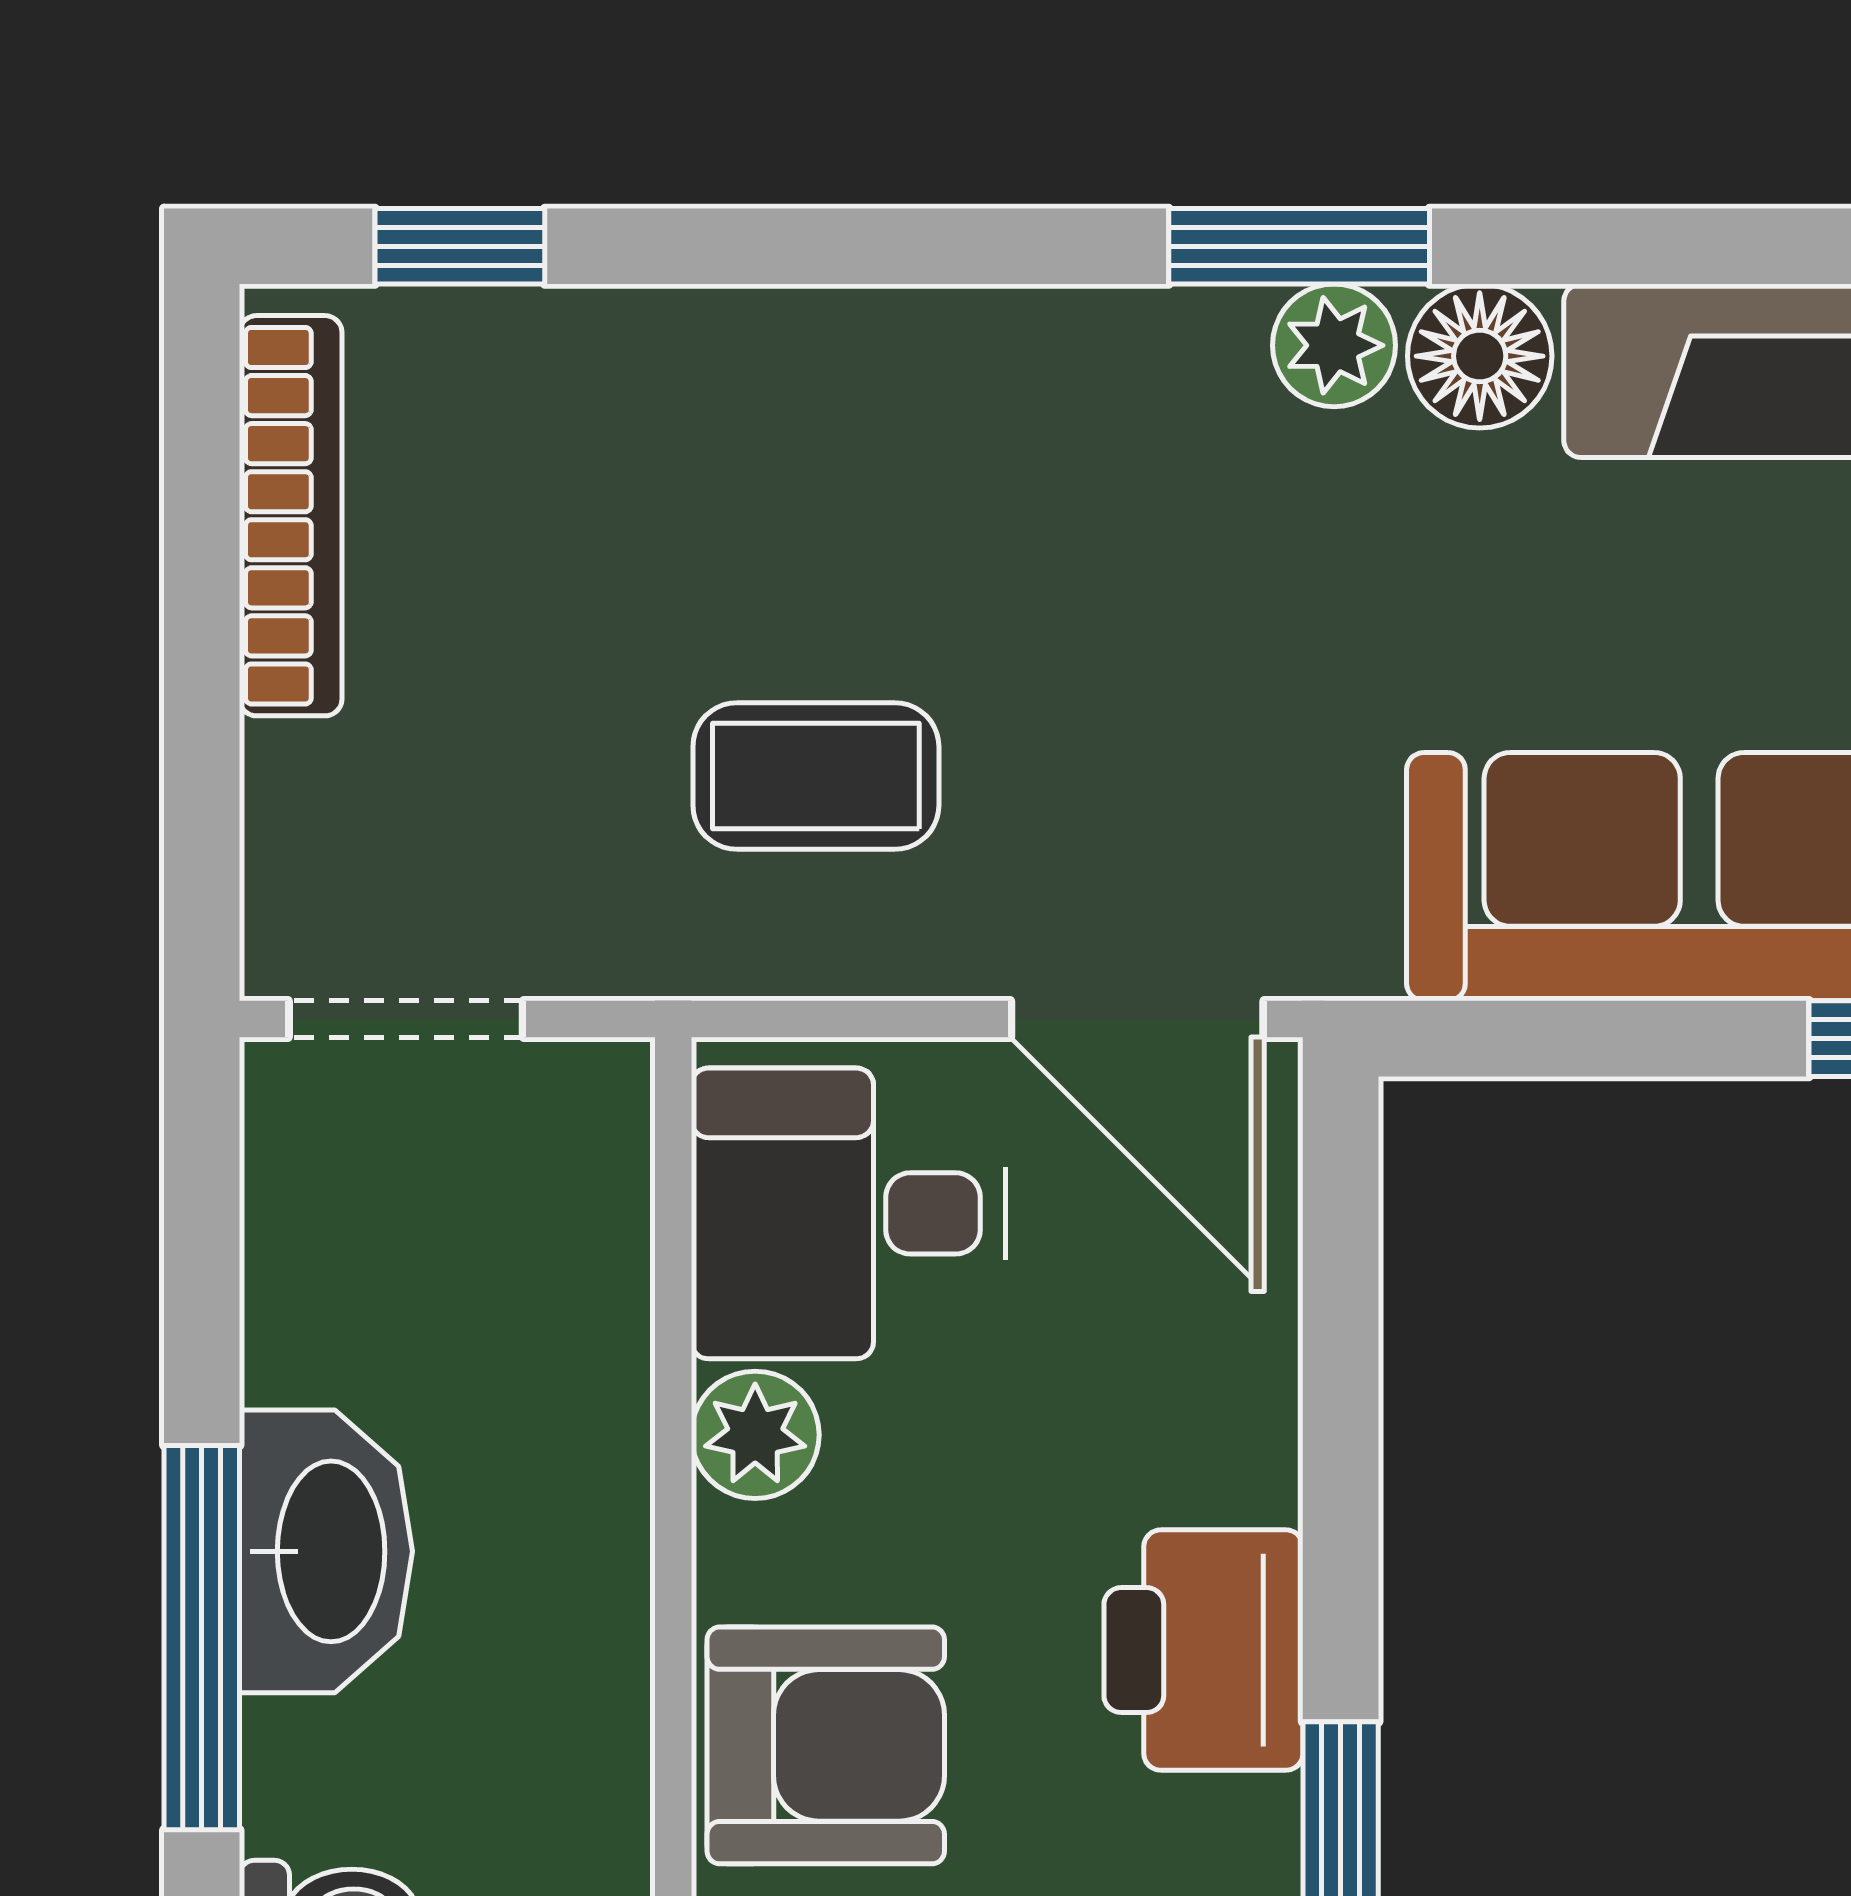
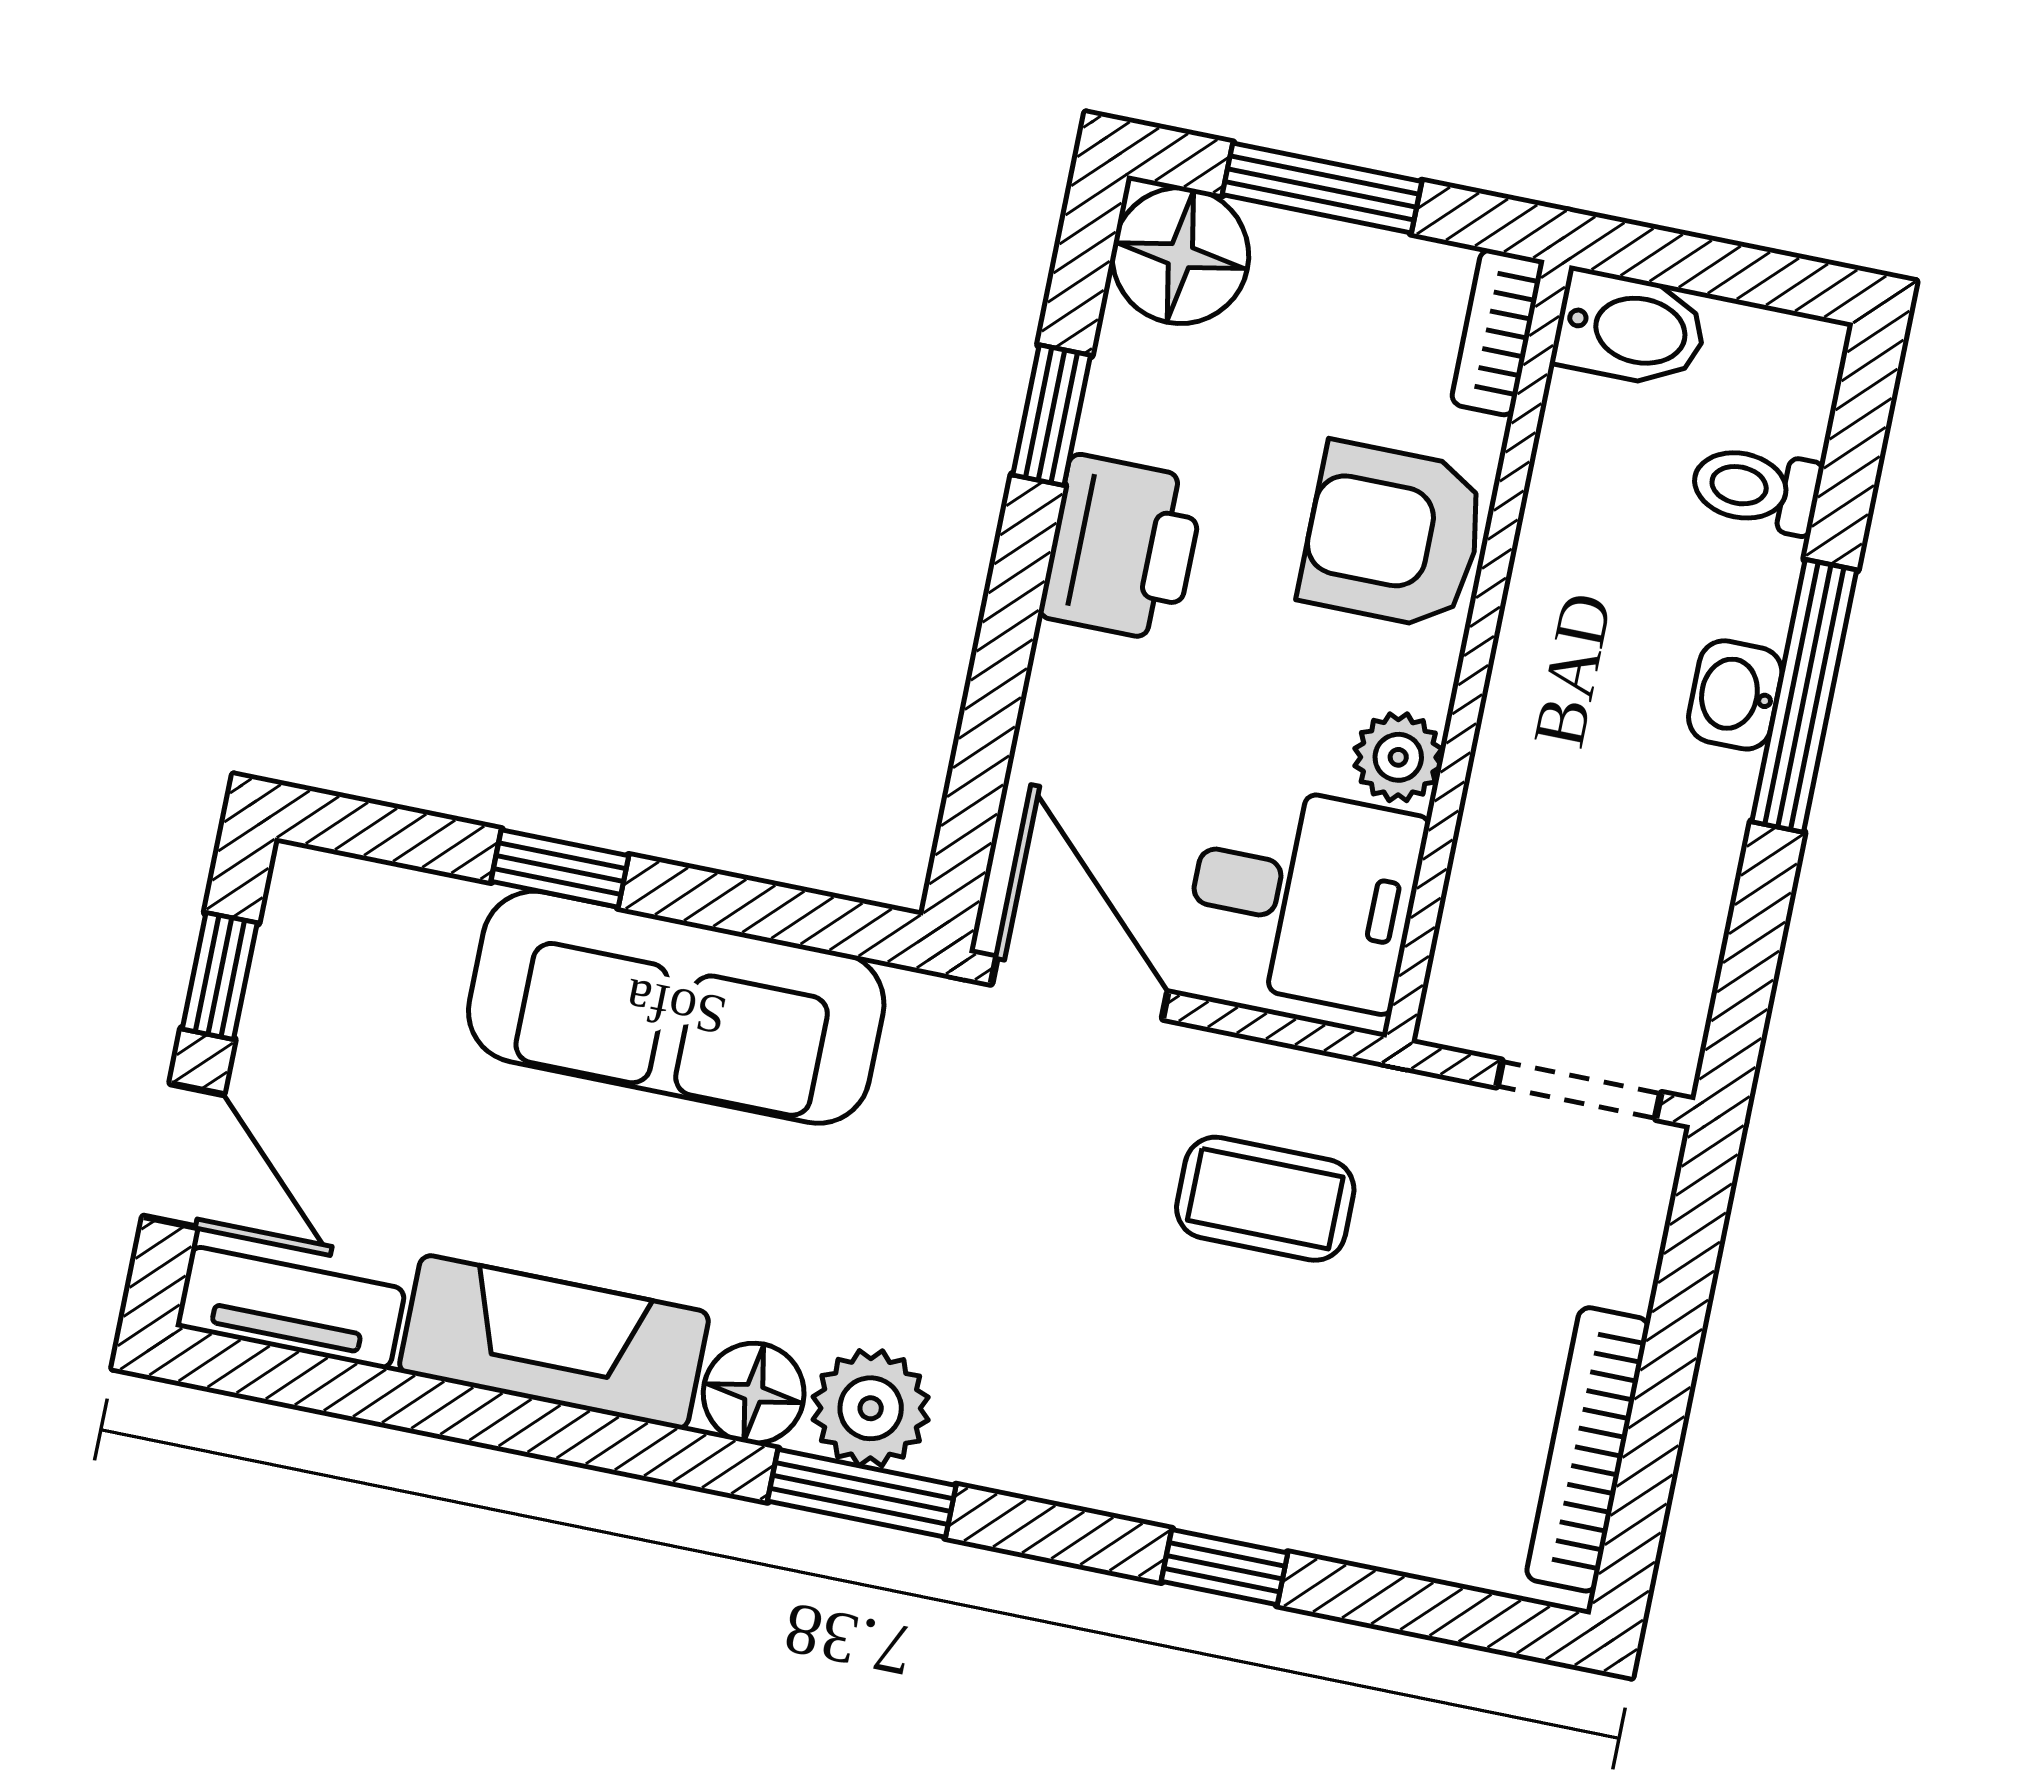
window: (460, 246) -> (1224, 1567), moved
plant: (1334, 345) -> (871, 1408), width x1.38, depth x1.38
washbasin: (326, 1551) -> (1735, 695), width x0.52, depth x0.69

